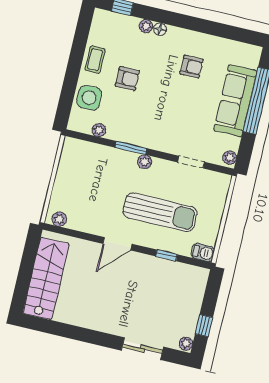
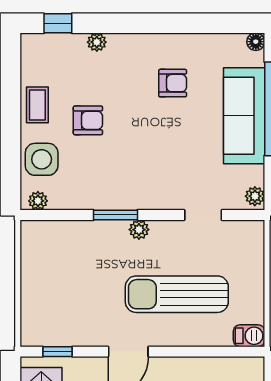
floor lamp: (160, 29) -> (256, 42), moved
plant: (99, 130) -> (38, 201), moved
sun lounger: (160, 212) -> (177, 294), turned 180
plant: (59, 219) -> (40, 337), removed
window: (166, 255) -> (58, 352), moved

